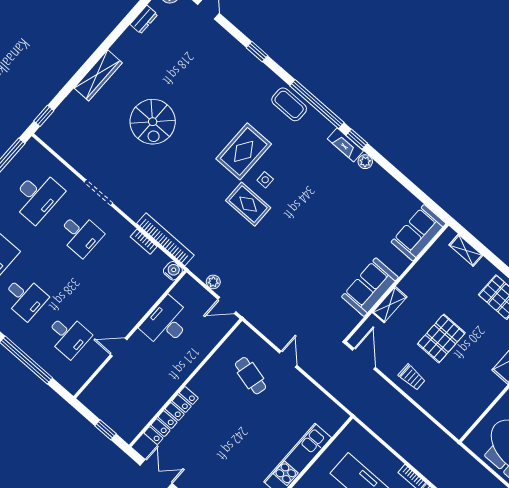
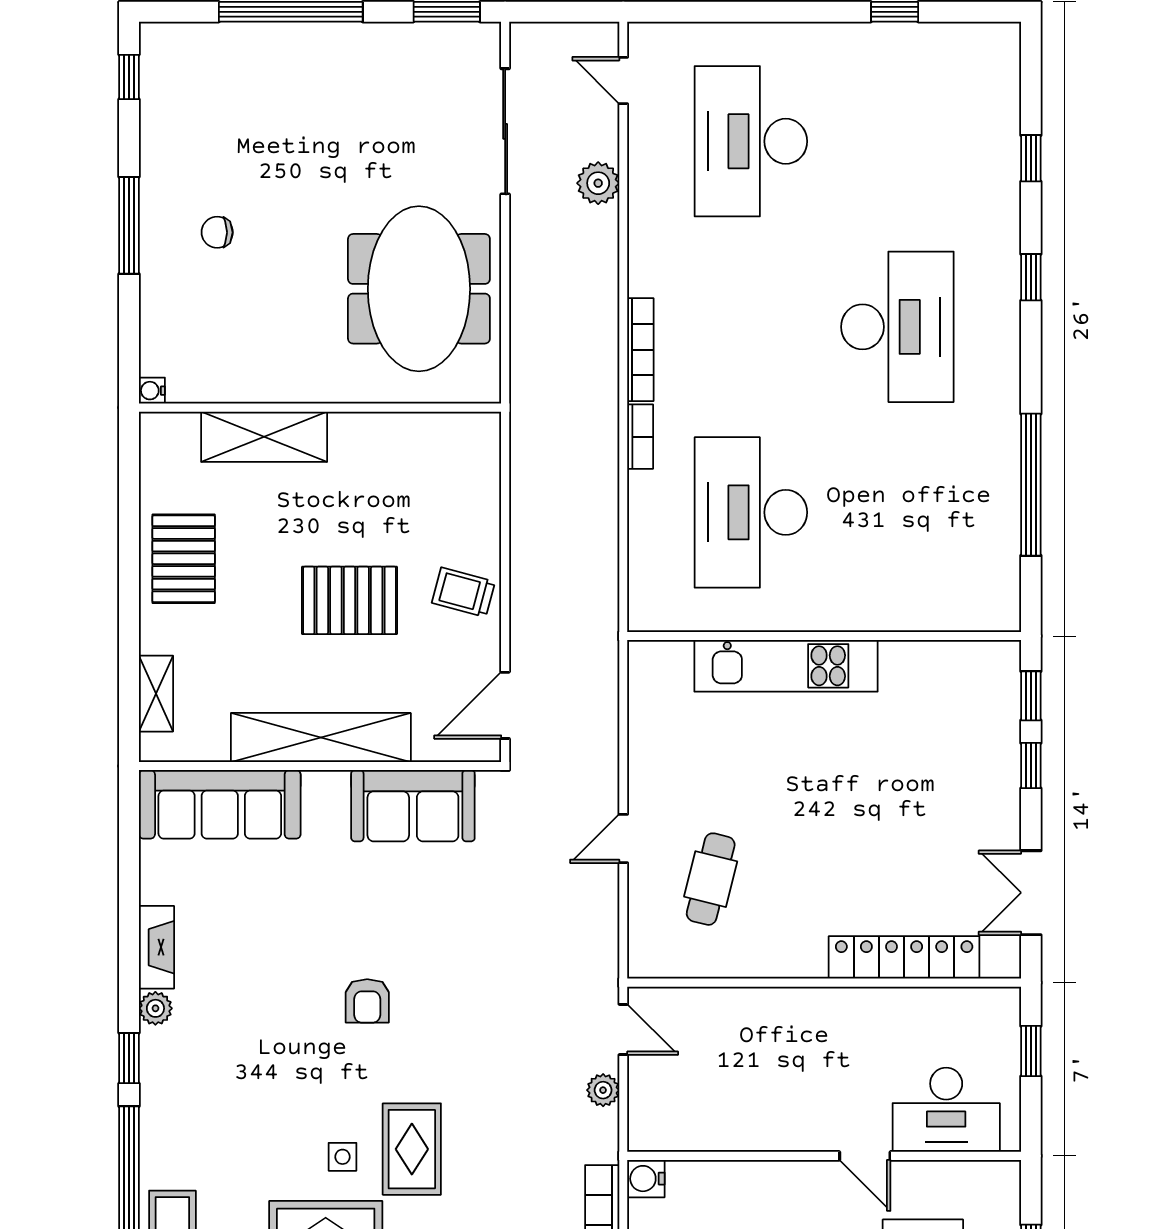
fireplace: (345, 145) -> (156, 947), moved
armchair: (308, 232) -> (367, 1001), added
sofa: (418, 233) -> (220, 804), width x1.36
sofa: (370, 287) -> (413, 806), moved
shelving: (390, 305) -> (321, 737), width x2.20, depth x1.33
desk: (166, 323) -> (946, 1110), moved
trolley: (412, 377) -> (463, 592), turned -75

